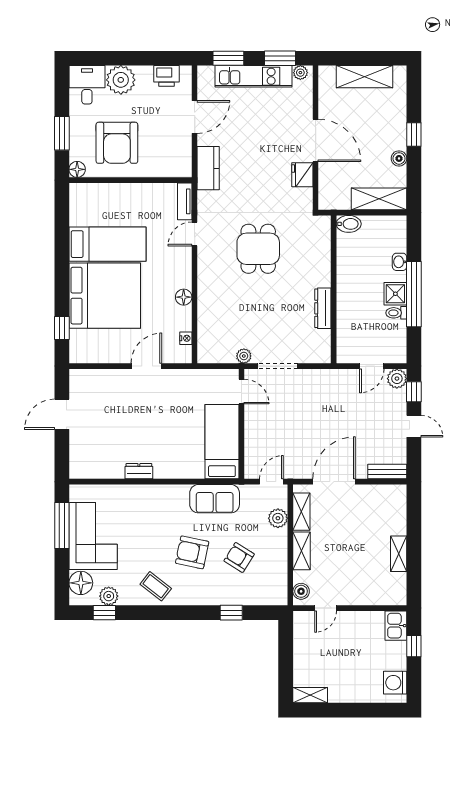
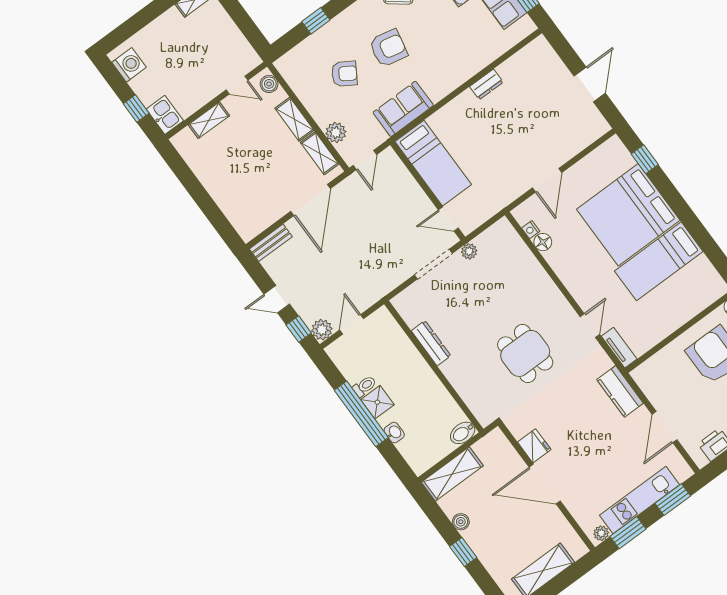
floor lamp: (184, 297) -> (543, 242), moved
shelving: (399, 554) -> (209, 120), moved, turned 90
door: (326, 608) -> (237, 85), swing flipped

